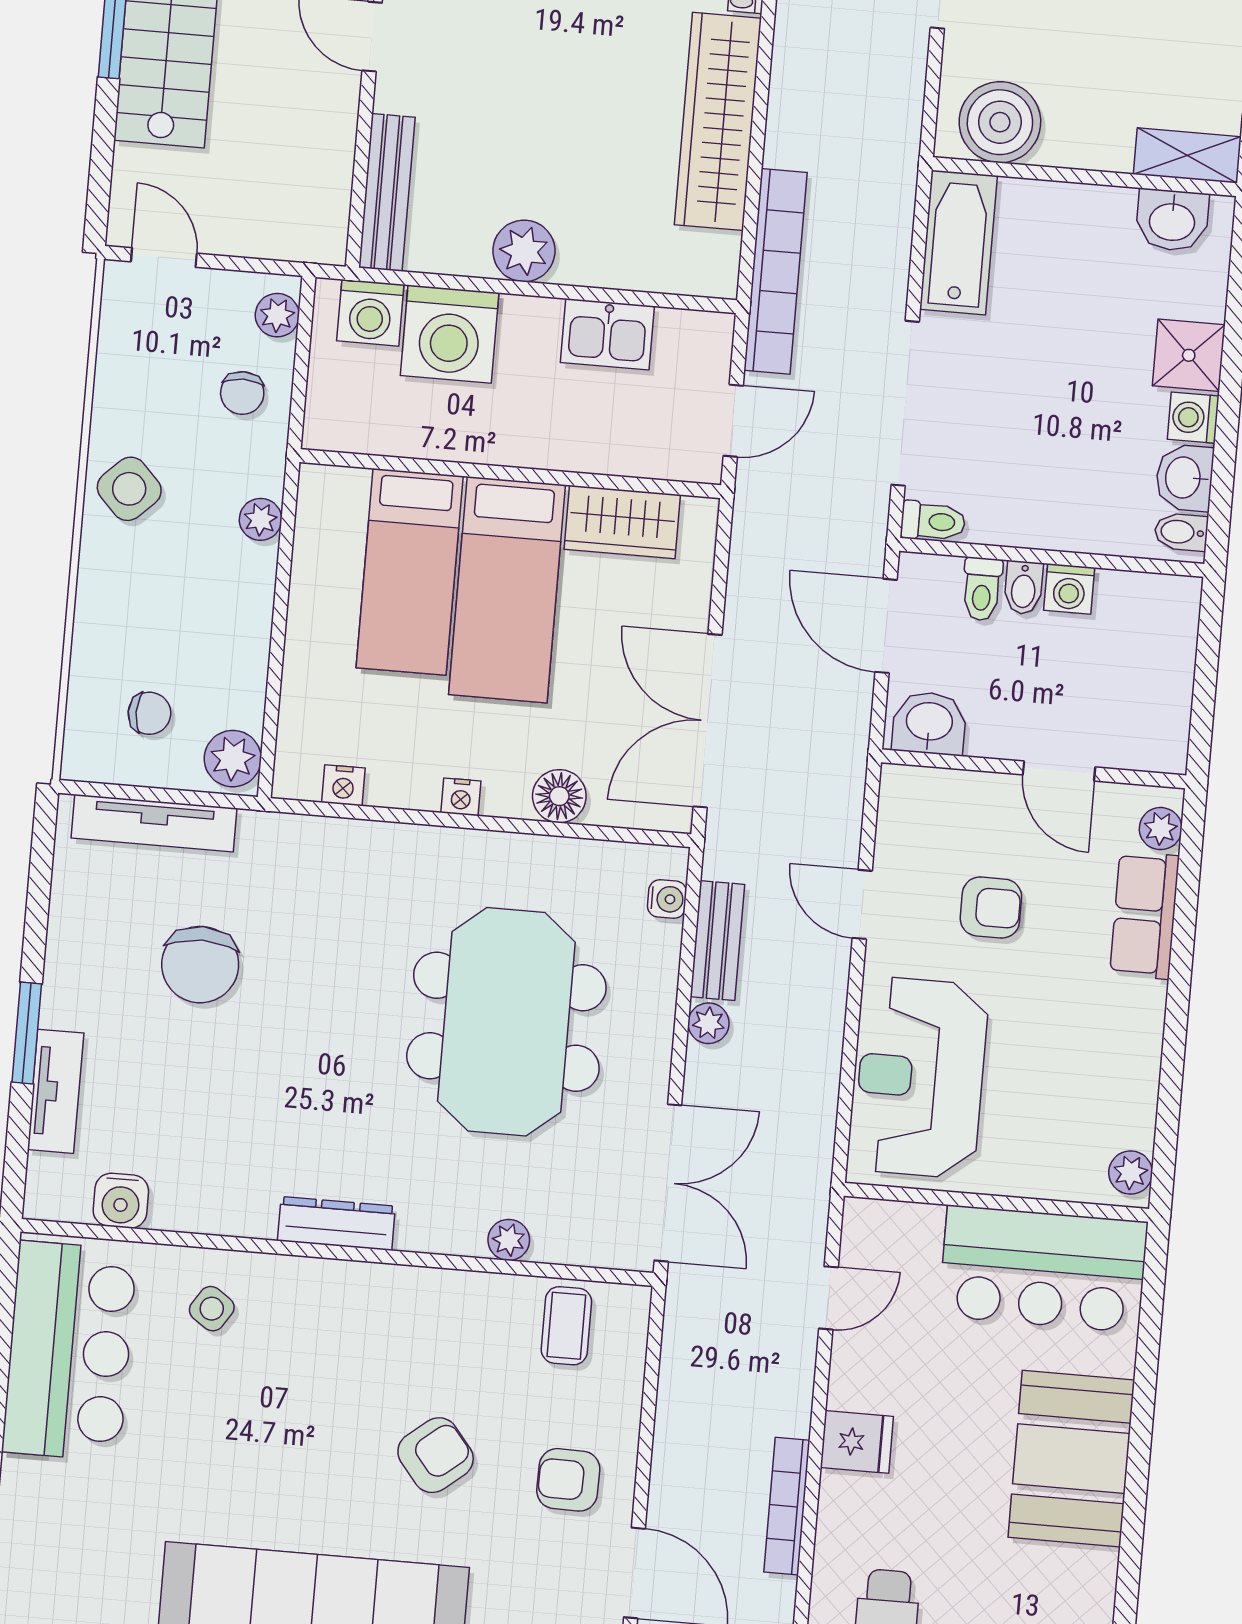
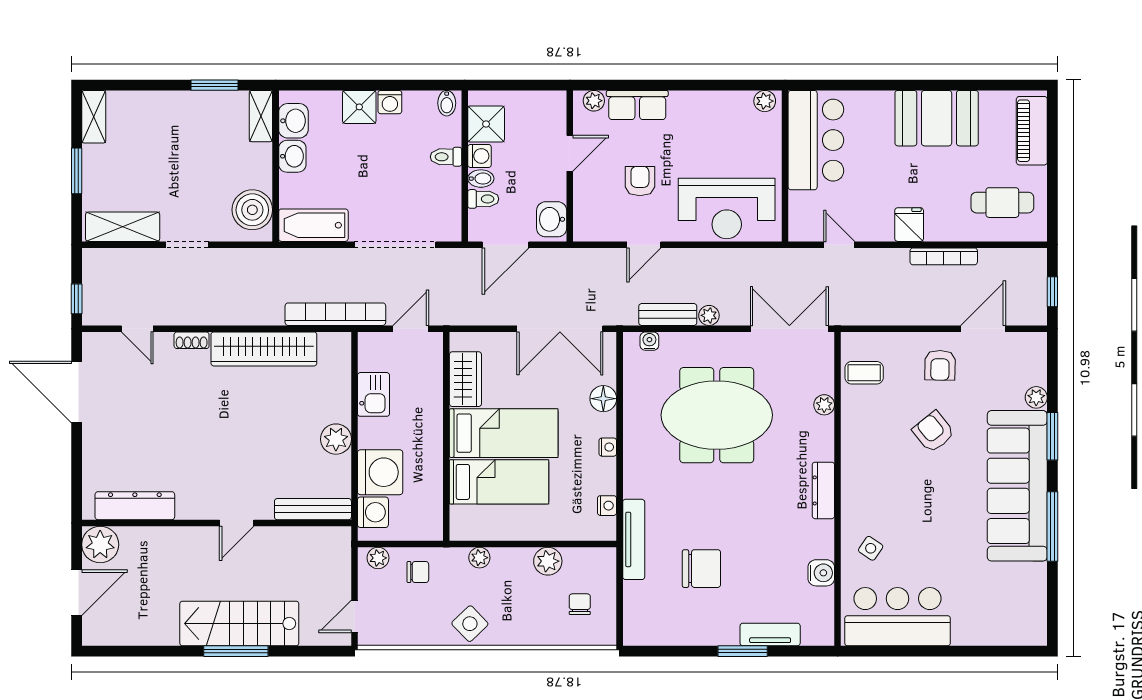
door: (733, 421) -> (411, 329), hinge flipped
washbasin: (1184, 478) -> (292, 156), moved, turned -90
toilet: (933, 521) -> (446, 157), moved, turned -90
shower: (1132, 608) -> (486, 124), added
plant: (233, 759) -> (548, 561), moved
tv unit: (154, 823) -> (634, 539), moved
water cooler: (121, 1201) -> (821, 573), moved
booth: (1071, 1459) -> (937, 118), moved

